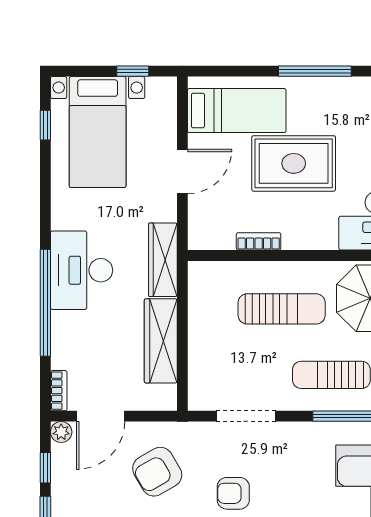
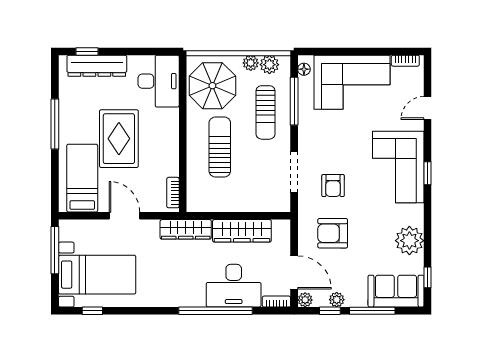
window: (133, 71) -> (55, 250), width x2.17
bookcase: (259, 241) -> (173, 193), moved
desk: (82, 270) -> (234, 286), moved
armchair: (157, 472) -> (333, 233), turned 120
plant: (61, 478) -> (337, 300), added
armchair: (233, 493) -> (333, 186), moved

